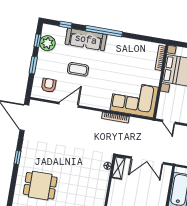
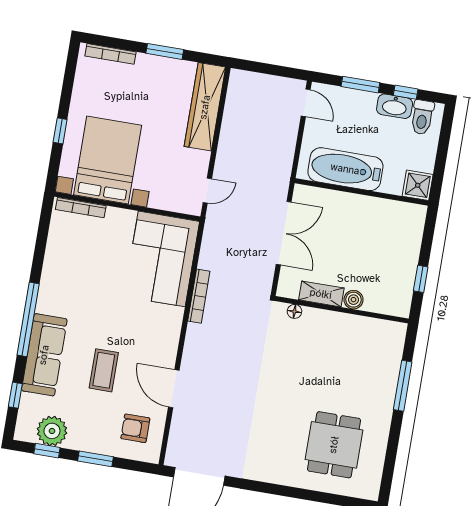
window: (17, 157) -> (278, 490), removed
shelving: (118, 168) -> (321, 294), moved
boiler: (114, 196) -> (353, 300), added

